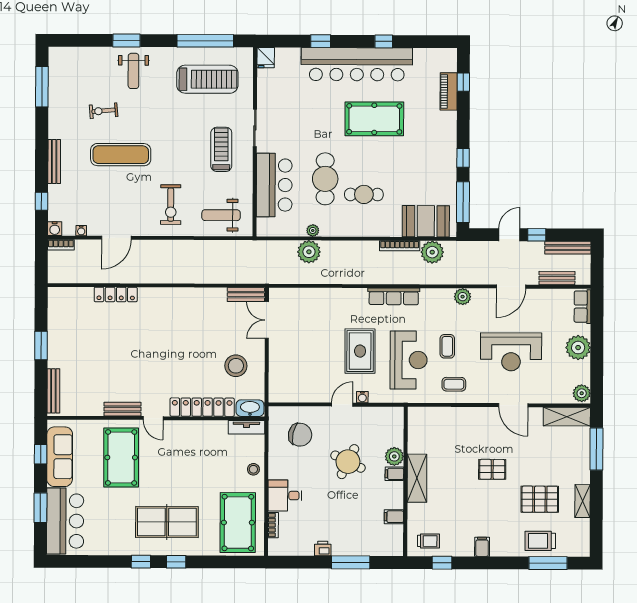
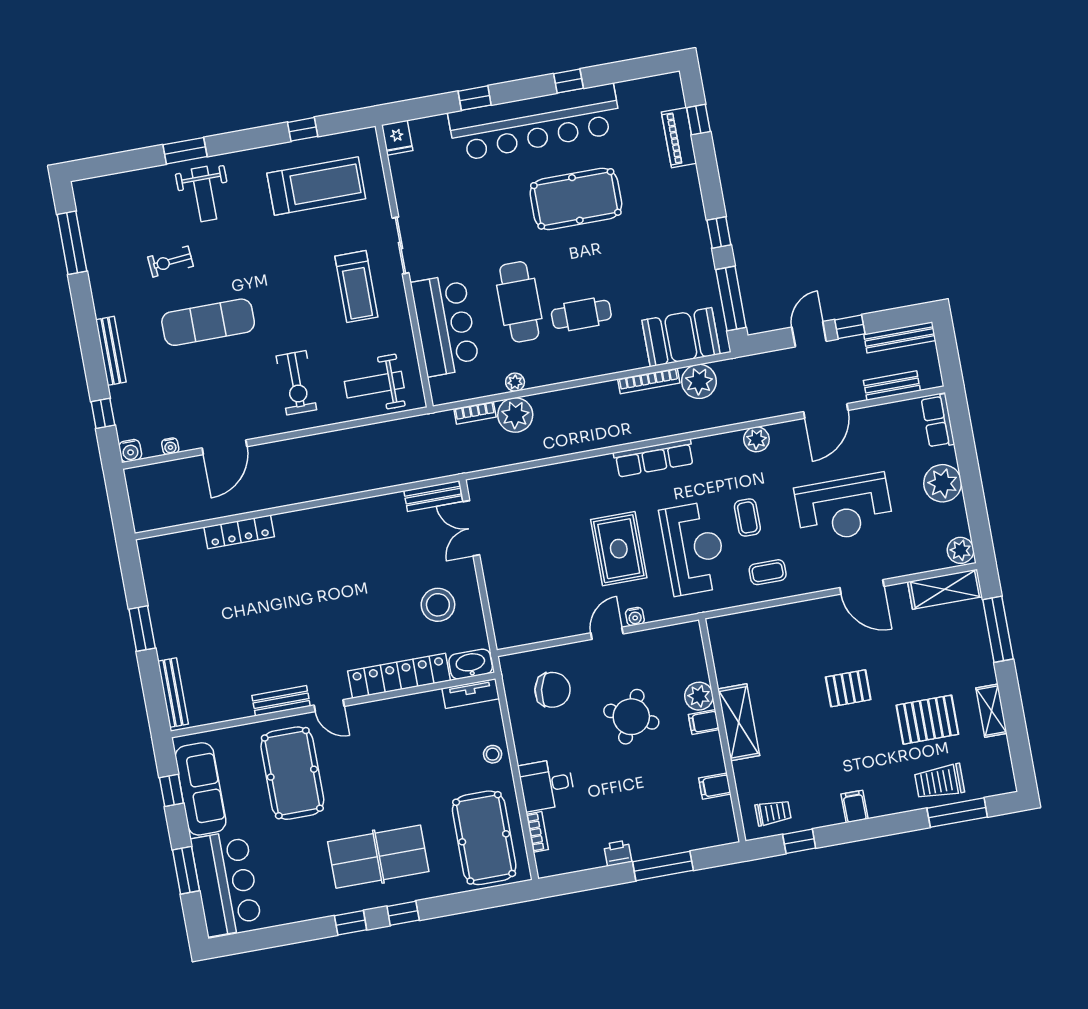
window: (205, 41) -> (303, 129), width x0.32
treadmill: (221, 149) -> (356, 287), turned 180
bookcase: (61, 245) -> (475, 413), moved

